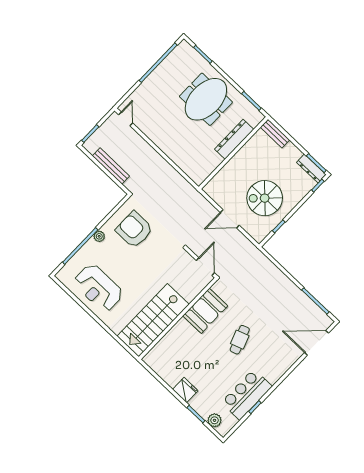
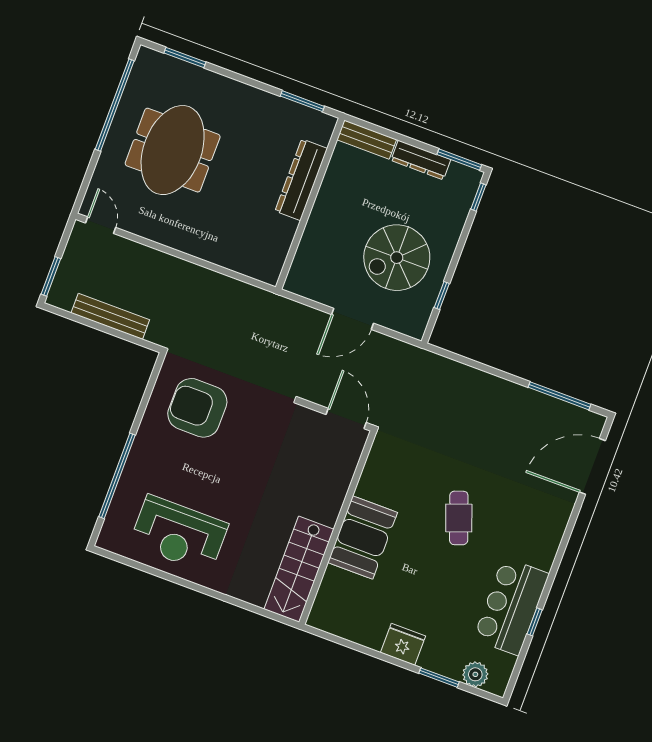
meeting table: (206, 99) -> (173, 150), moved
dresser: (311, 169) -> (421, 160), moved
plant: (99, 236) -> (142, 445), removed
booth: (205, 311) -> (363, 538), moved
stairs: (153, 320) -> (299, 569), width x0.73, depth x0.66

